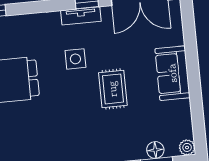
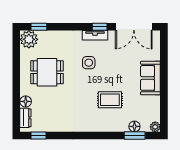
rug: (113, 89) -> (110, 100), moved, turned 90

